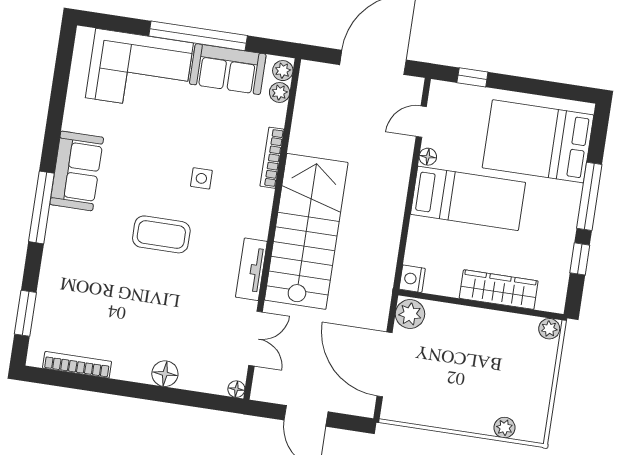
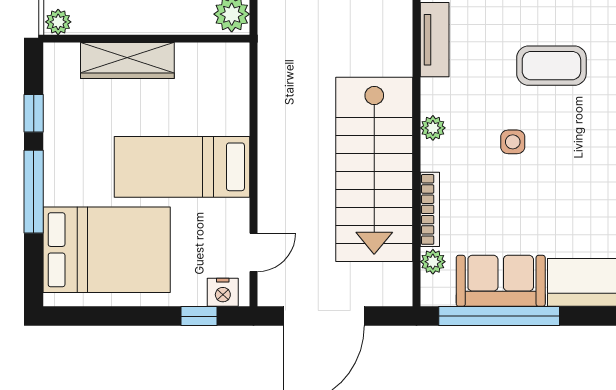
window: (198, 36) -> (499, 316), moved
plant: (283, 71) -> (433, 128), moved
floor lamp: (428, 157) -> (239, 210), removed
bookcase: (272, 158) -> (430, 209), moved
stairs: (306, 231) -> (374, 169), moved
nightstand: (412, 279) -> (223, 292), moved, turned 90

